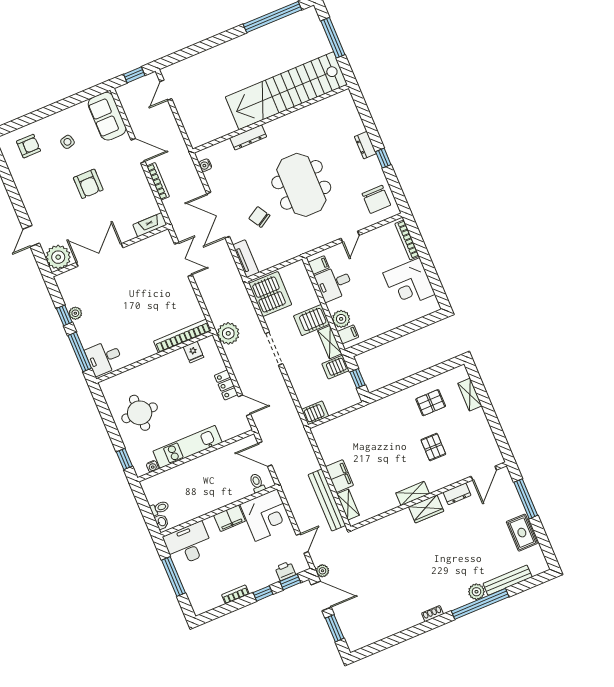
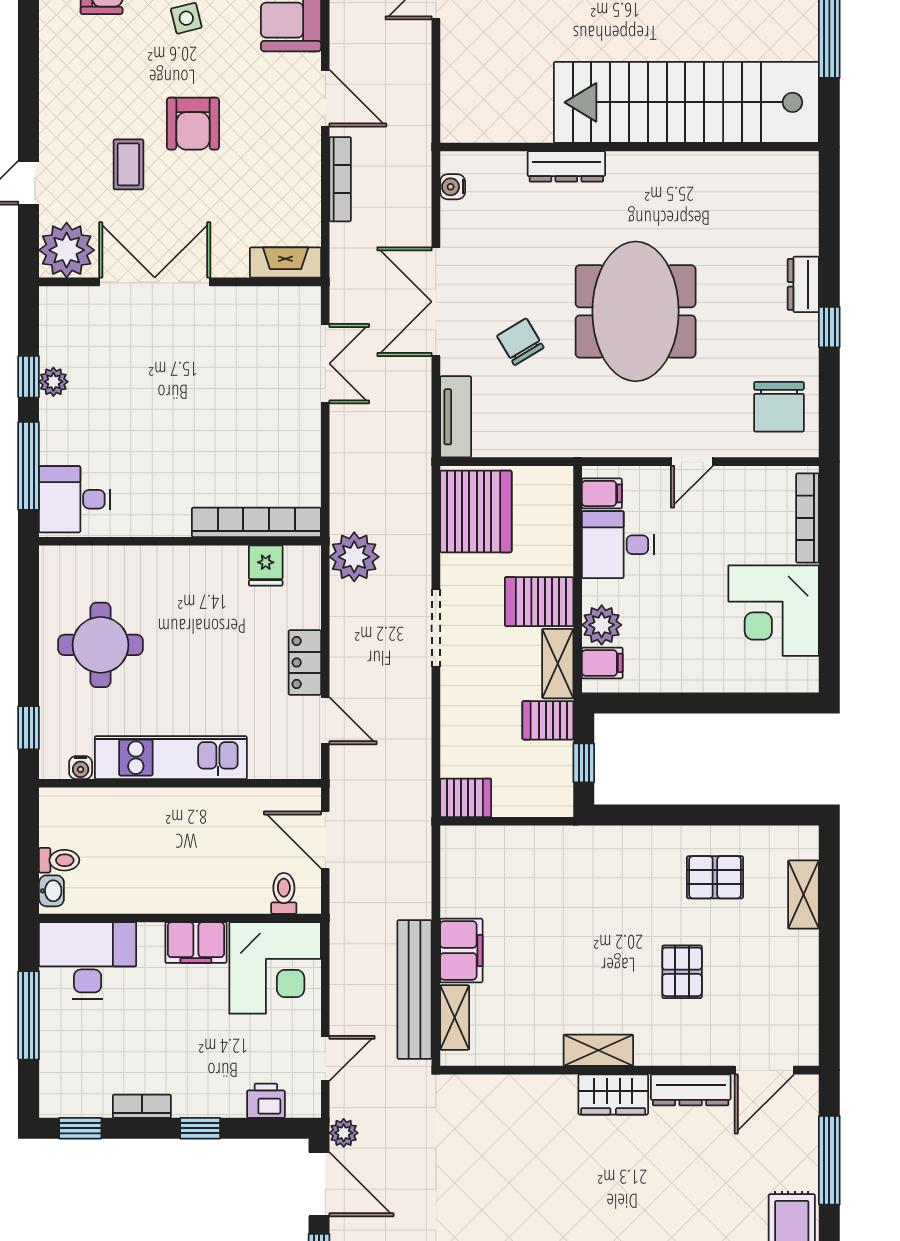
coffee table: (69, 212) -> (128, 164), added
dresser: (457, 494) -> (691, 1090), width x1.44
window: (290, 582) -> (80, 1128), moved

